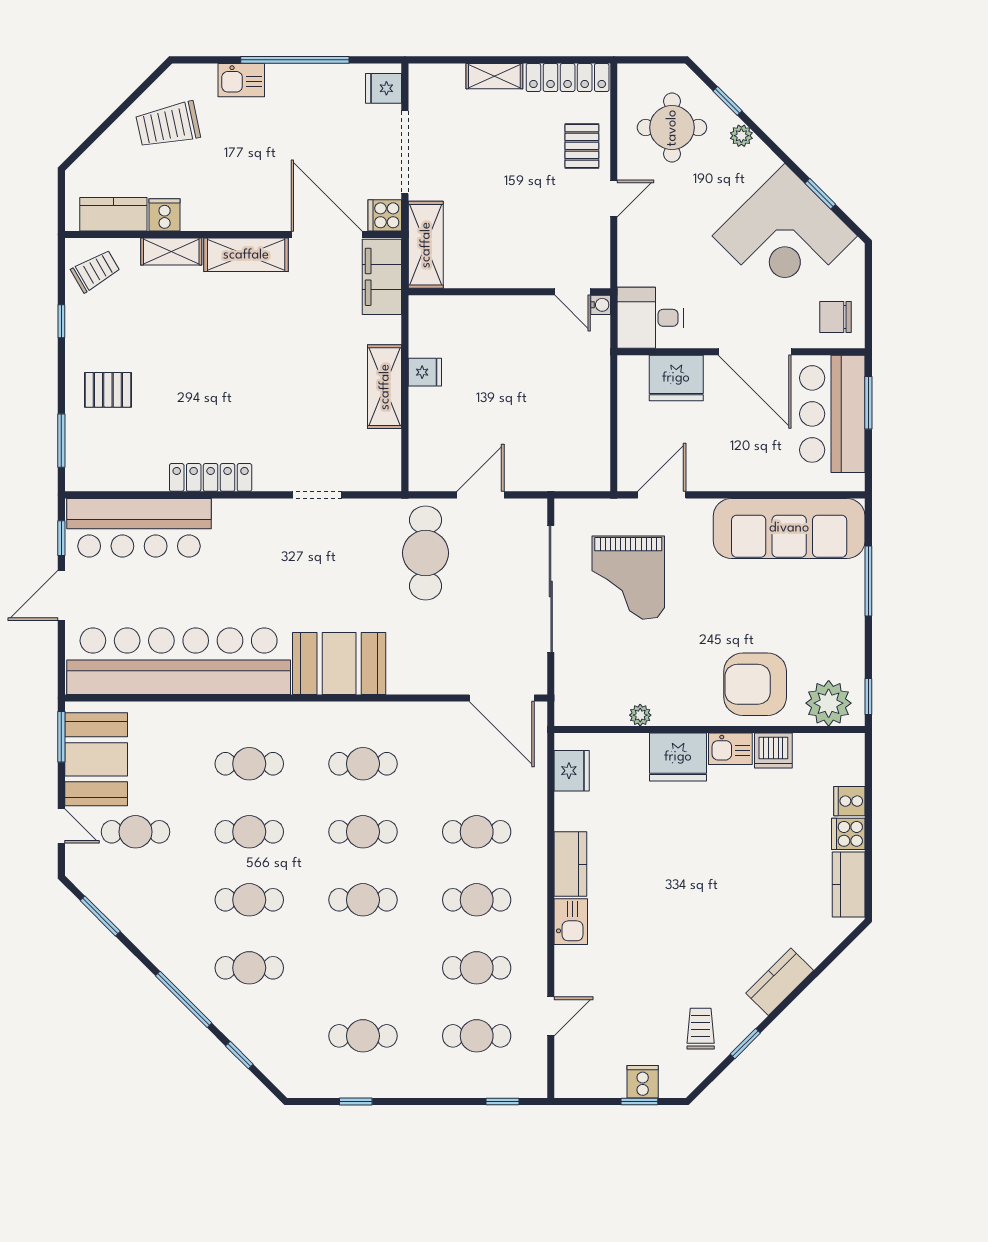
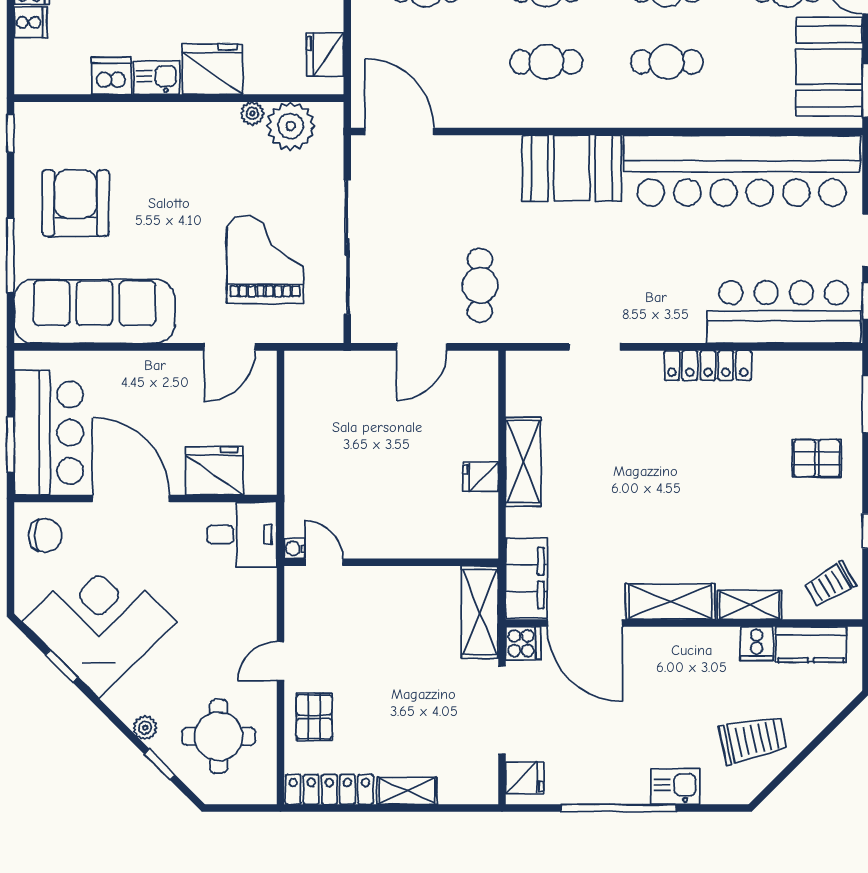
cafe table: (426, 553) -> (480, 285), width x0.73, depth x0.74
armchair: (755, 684) -> (76, 203), moved, turned -90
plant: (829, 703) -> (291, 126), moved

